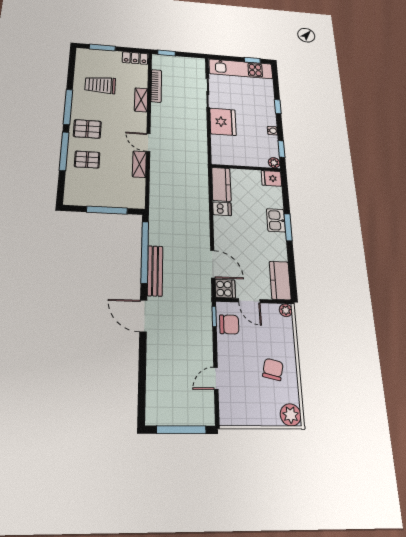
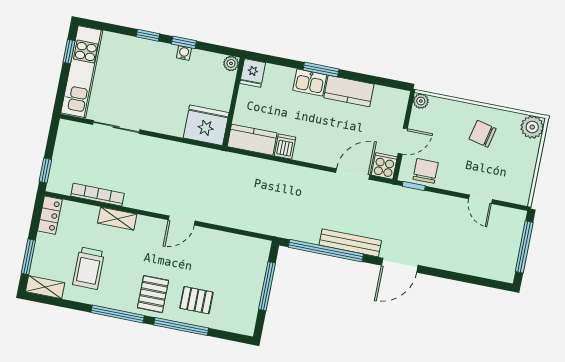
fridge: (223, 122) -> (206, 125), moved
window: (281, 149) -> (184, 42), moved
pallet: (87, 160) -> (196, 300), turned 90
shelving: (139, 164) -> (45, 287), moved
kitchen counter: (280, 280) -> (349, 91), moved

